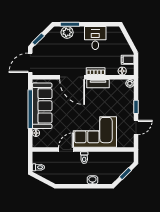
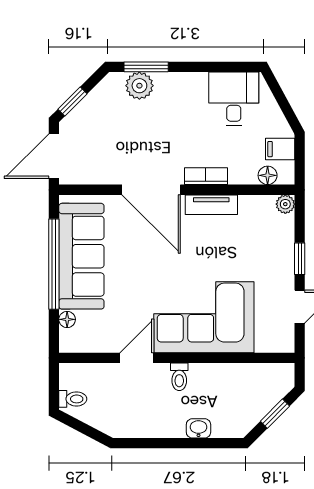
desk: (95, 38) -> (234, 99), moved

